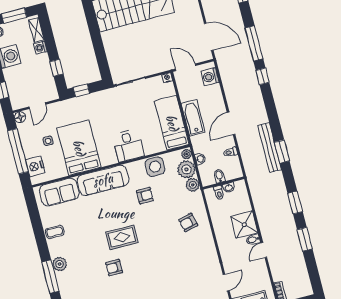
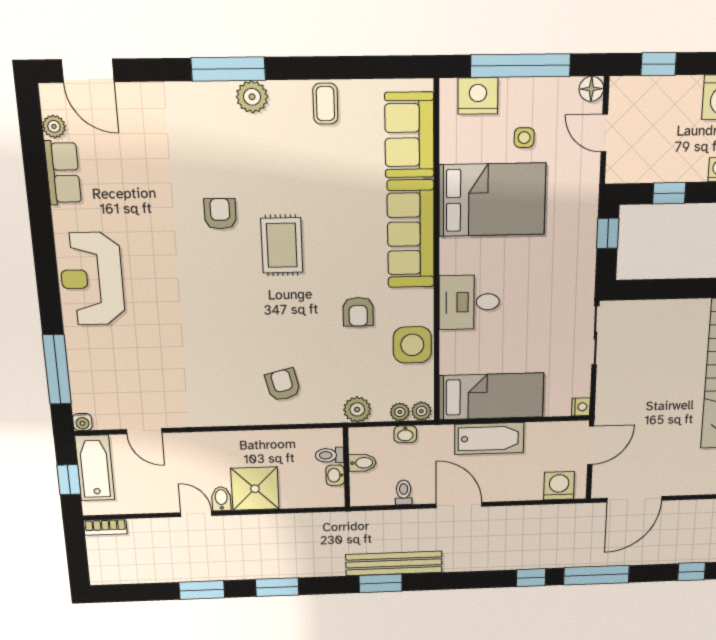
plant: (186, 169) -> (400, 412), width x0.53, depth x0.53

